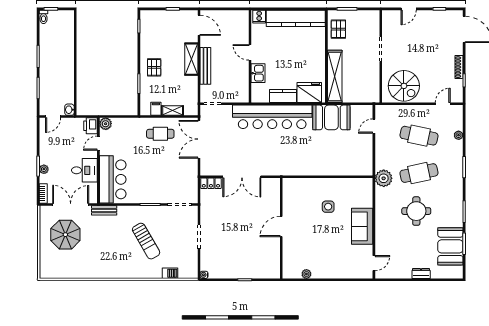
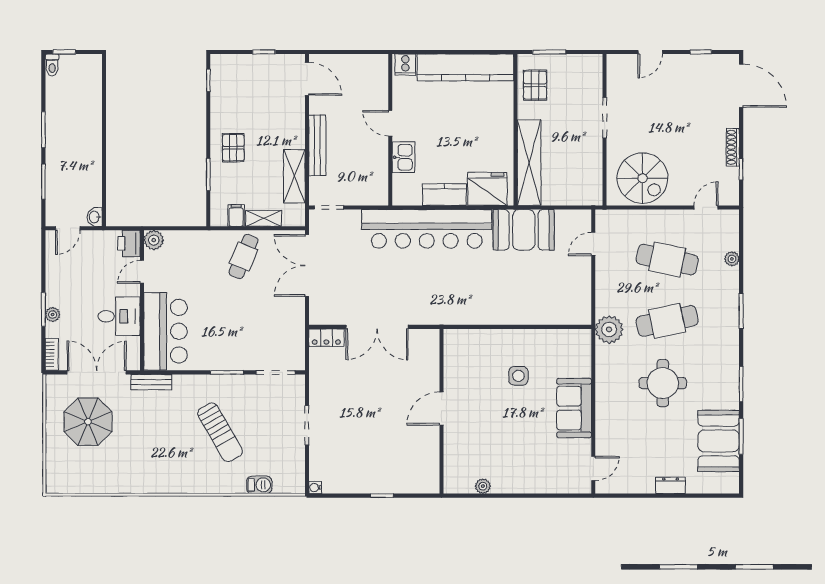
shelving: (191, 59) -> (294, 176), moved
cafe table: (160, 134) -> (244, 257), turned -67

